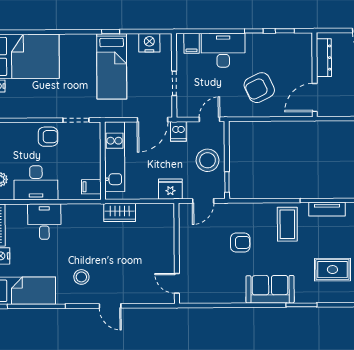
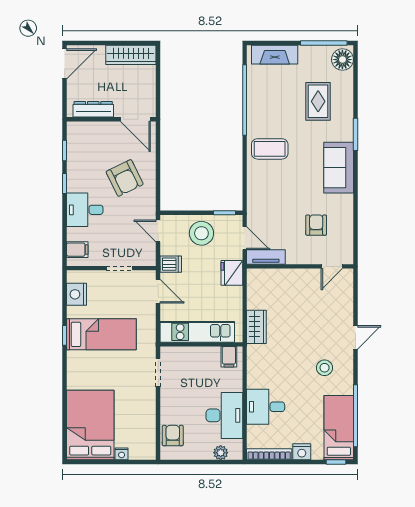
desk: (223, 50) -> (85, 210), width x0.73
door: (153, 120) -> (158, 291), width x0.73
armchair: (48, 137) -> (173, 436), moved
tv unit: (327, 209) -> (266, 257), moved, turned -90
armchair: (240, 243) -> (316, 225), moved

